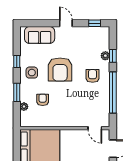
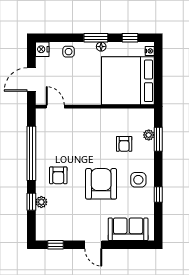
window: (17, 92) -> (158, 139), moved

